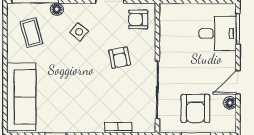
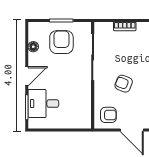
armchair: (120, 58) -> (124, 84), turned -57
door: (238, 82) -> (27, 76), moved

